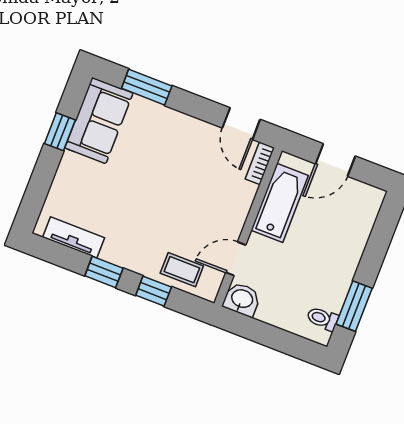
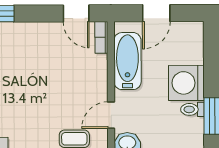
washing machine: (339, 255) -> (186, 83), added
toilet: (322, 319) -> (192, 109), moved

